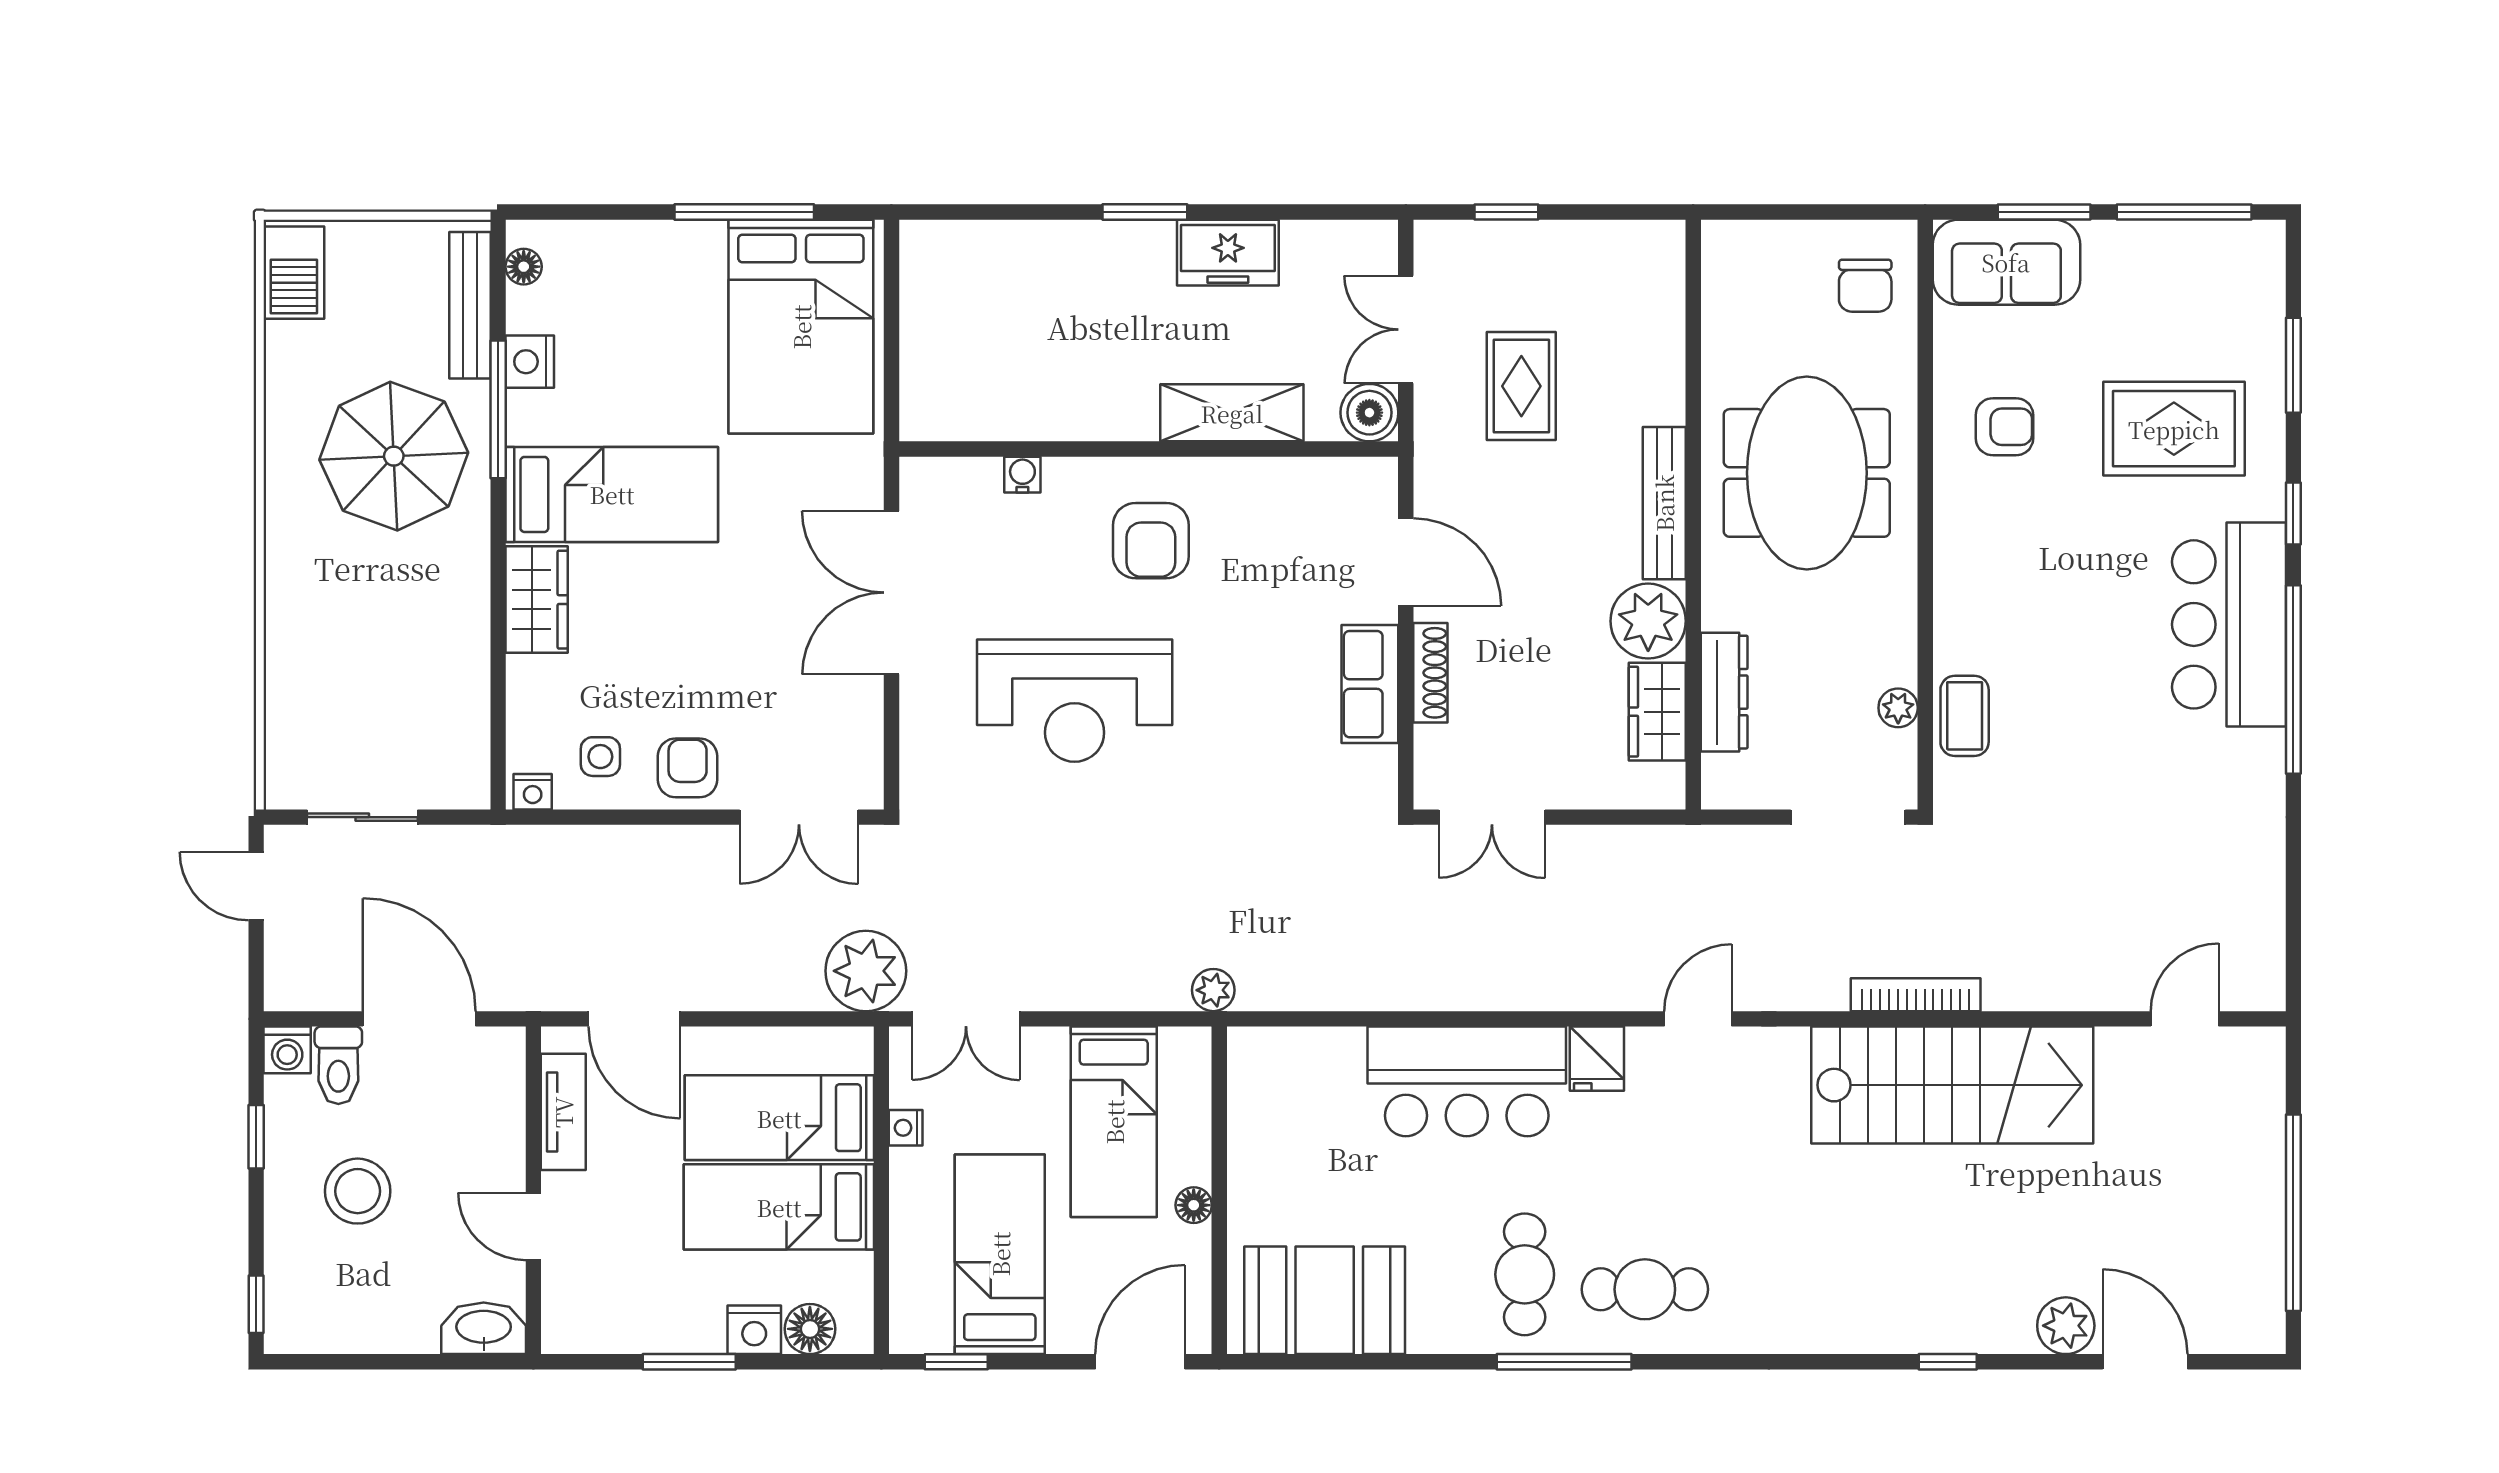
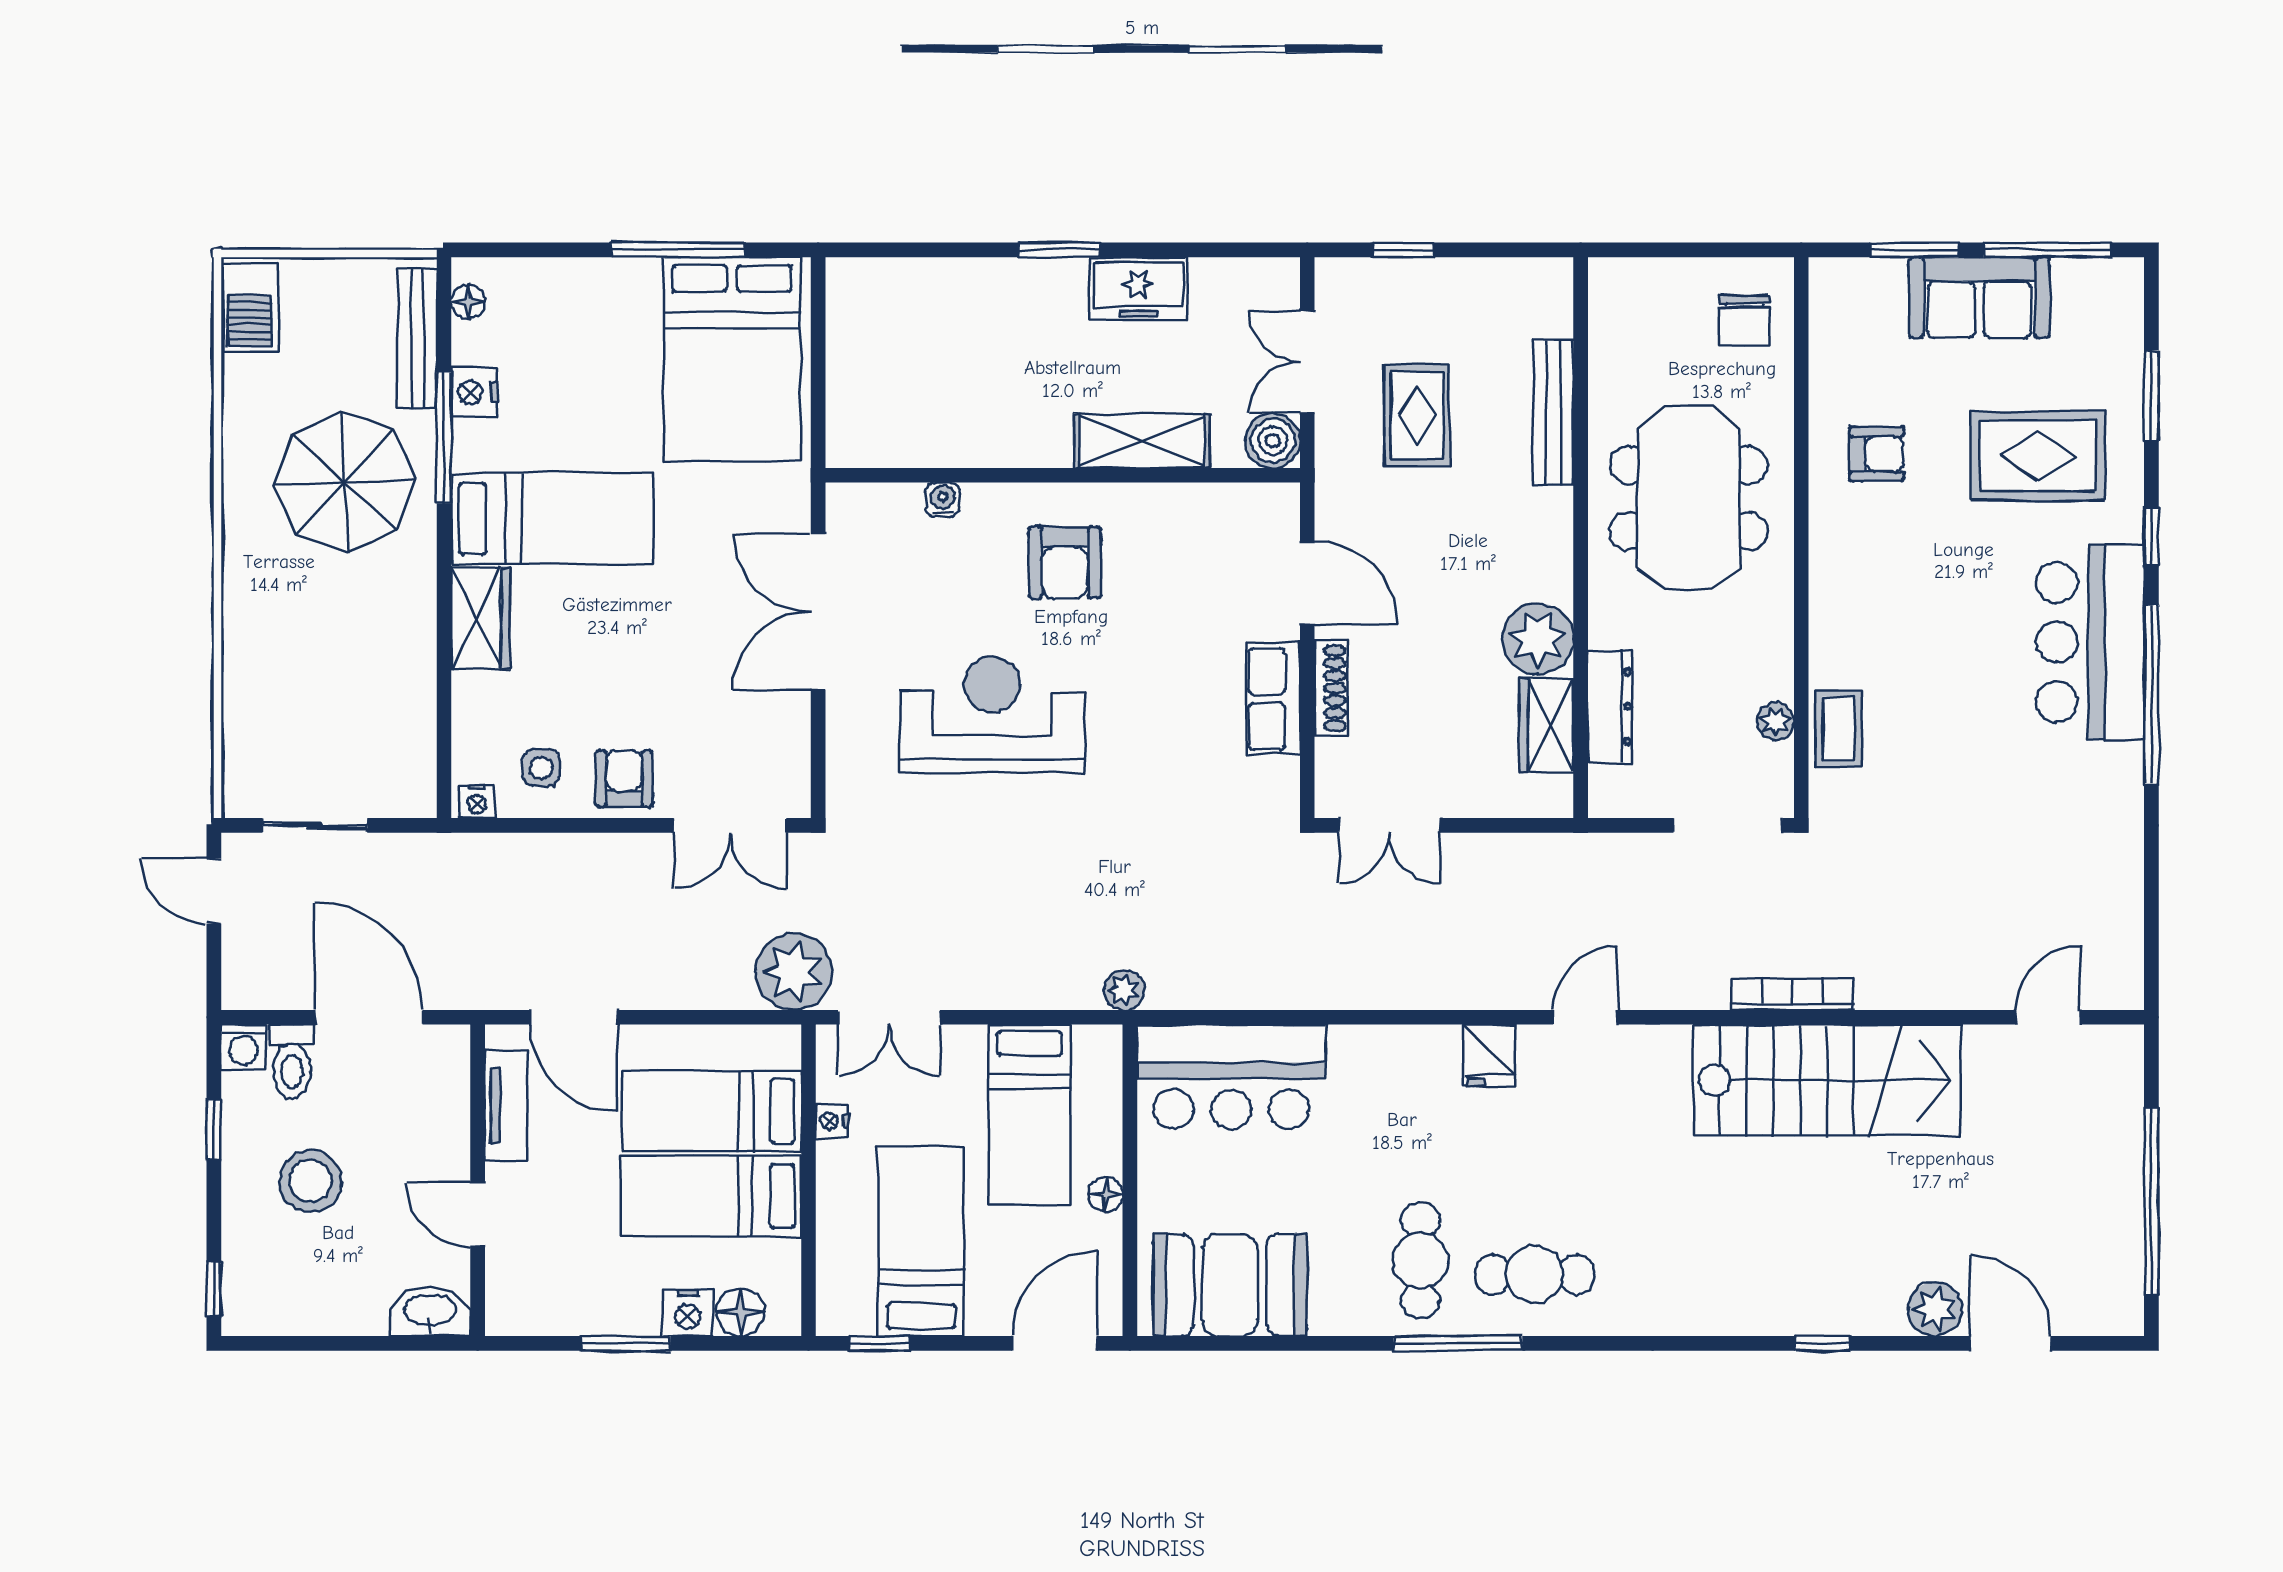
sofa: (2006, 262) -> (1979, 298), moved
bench: (1664, 503) -> (1553, 413), moved
reception desk: (1075, 701) -> (992, 715), turned 180
bar counter: (1467, 1081) -> (1231, 1077), moved

